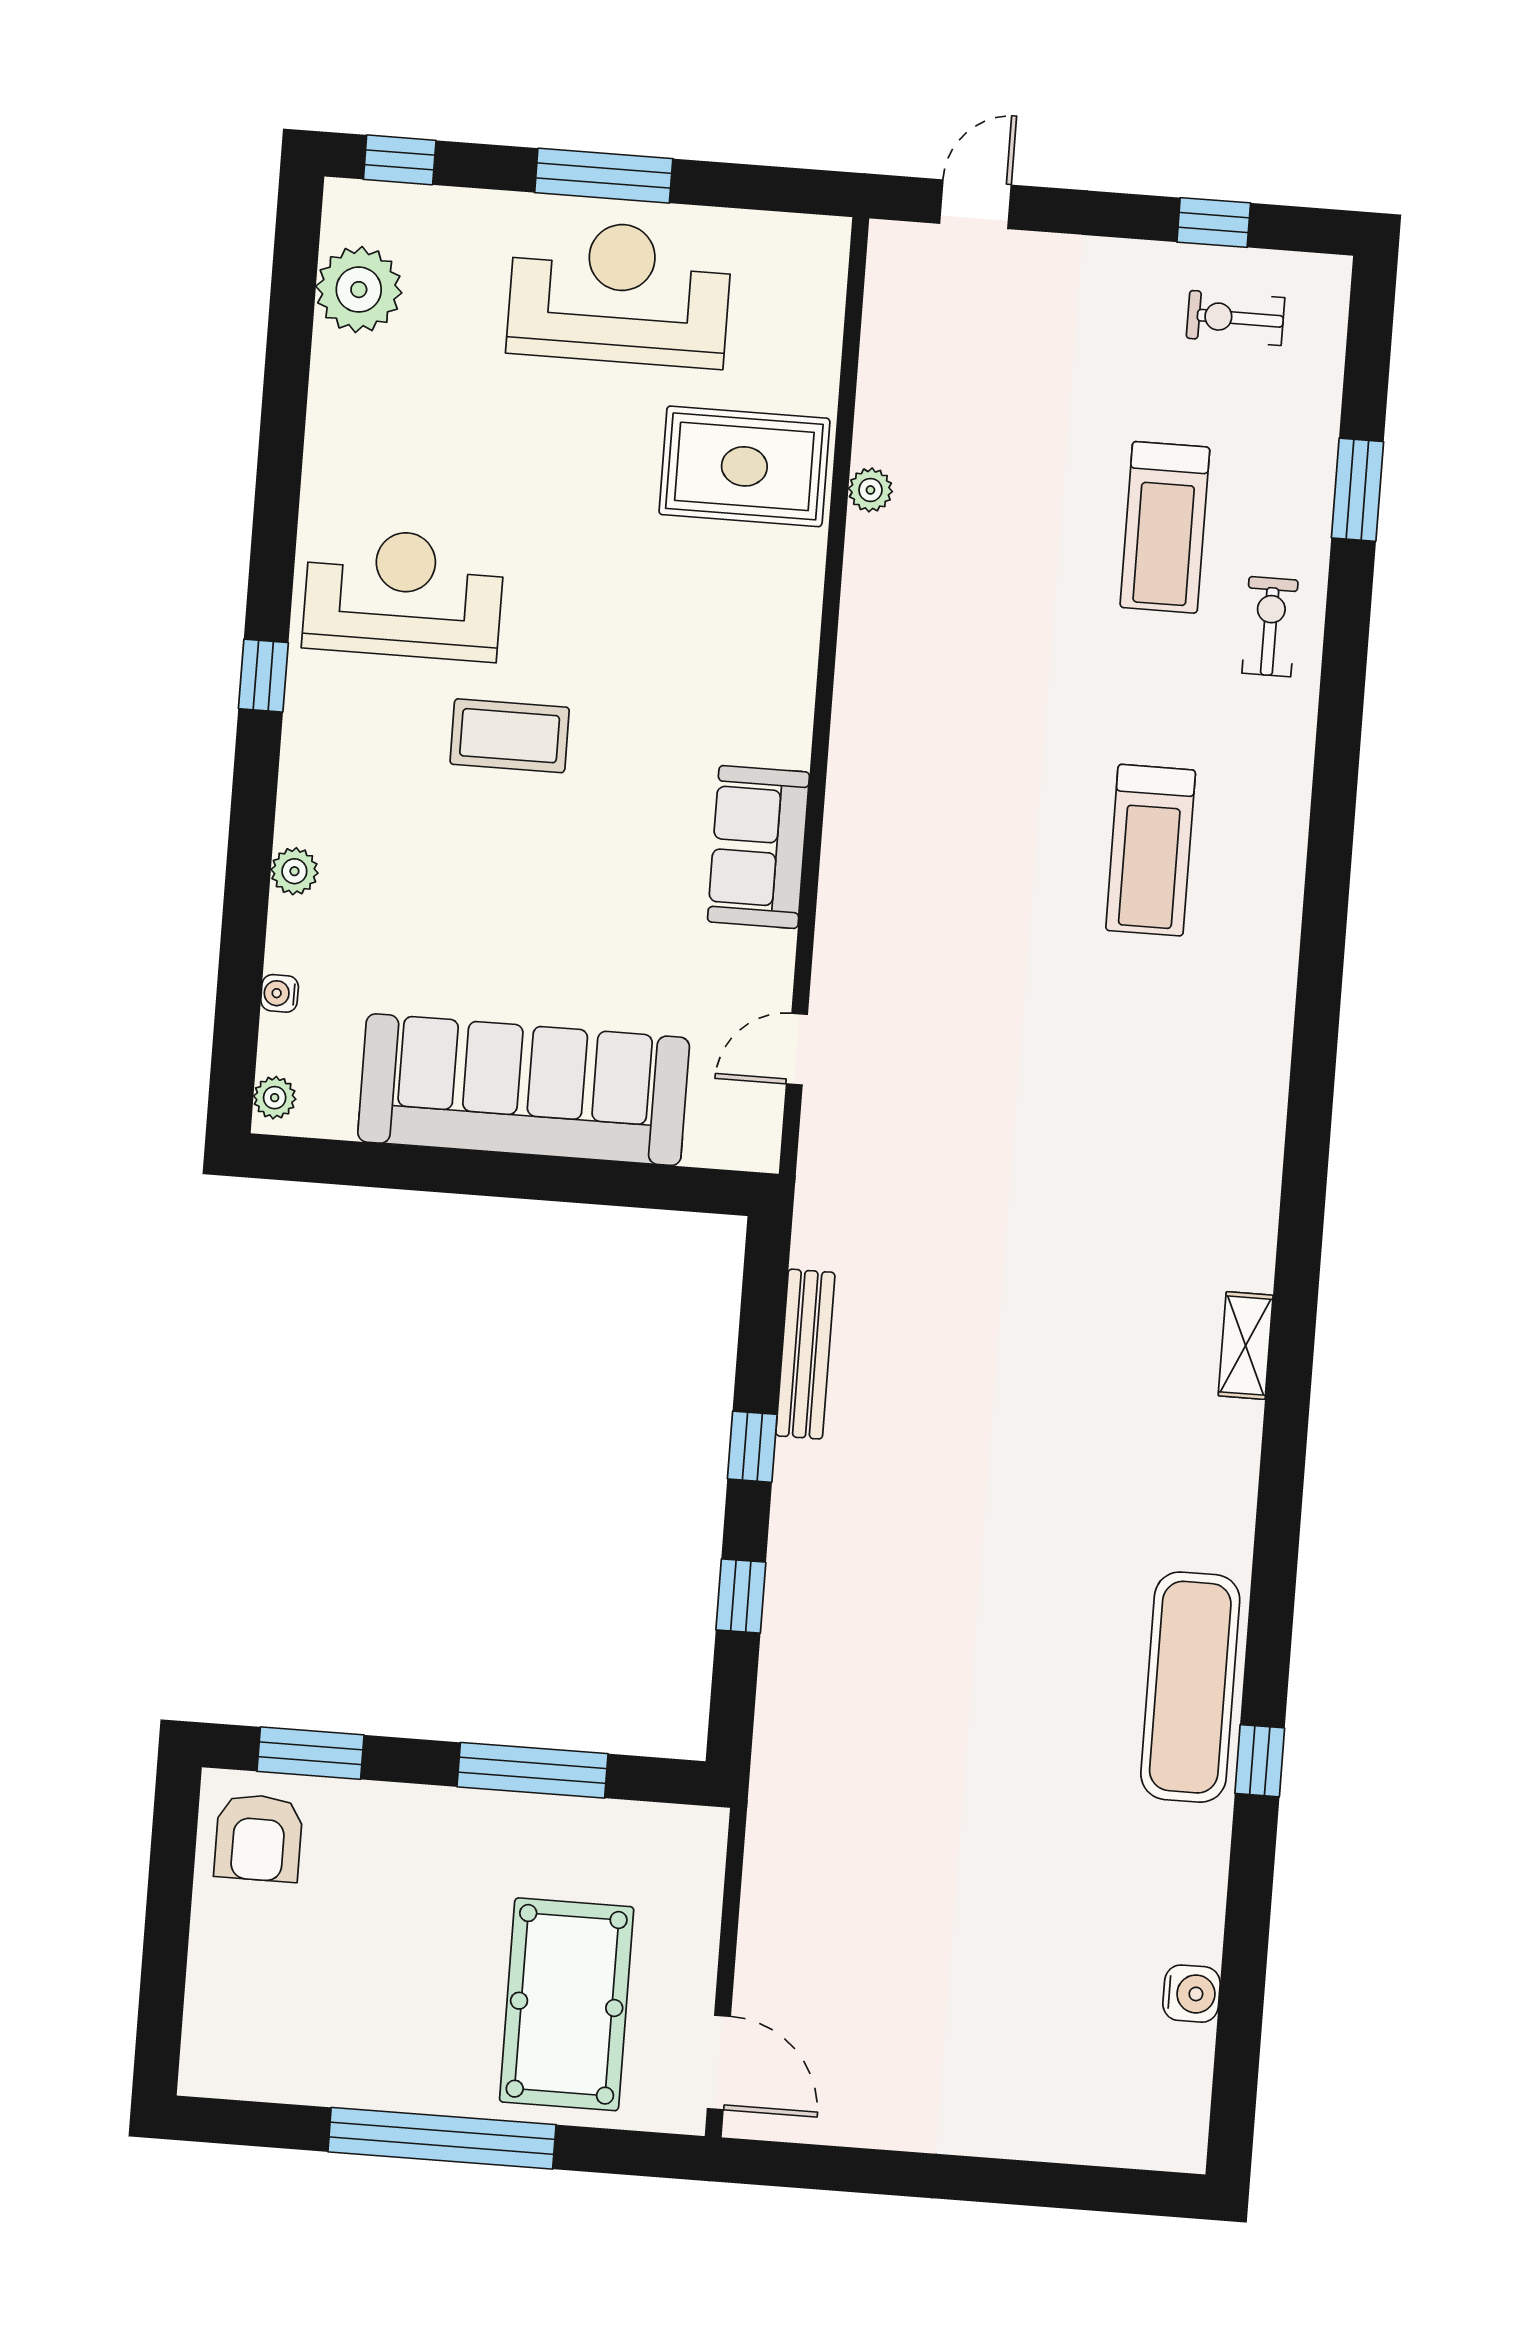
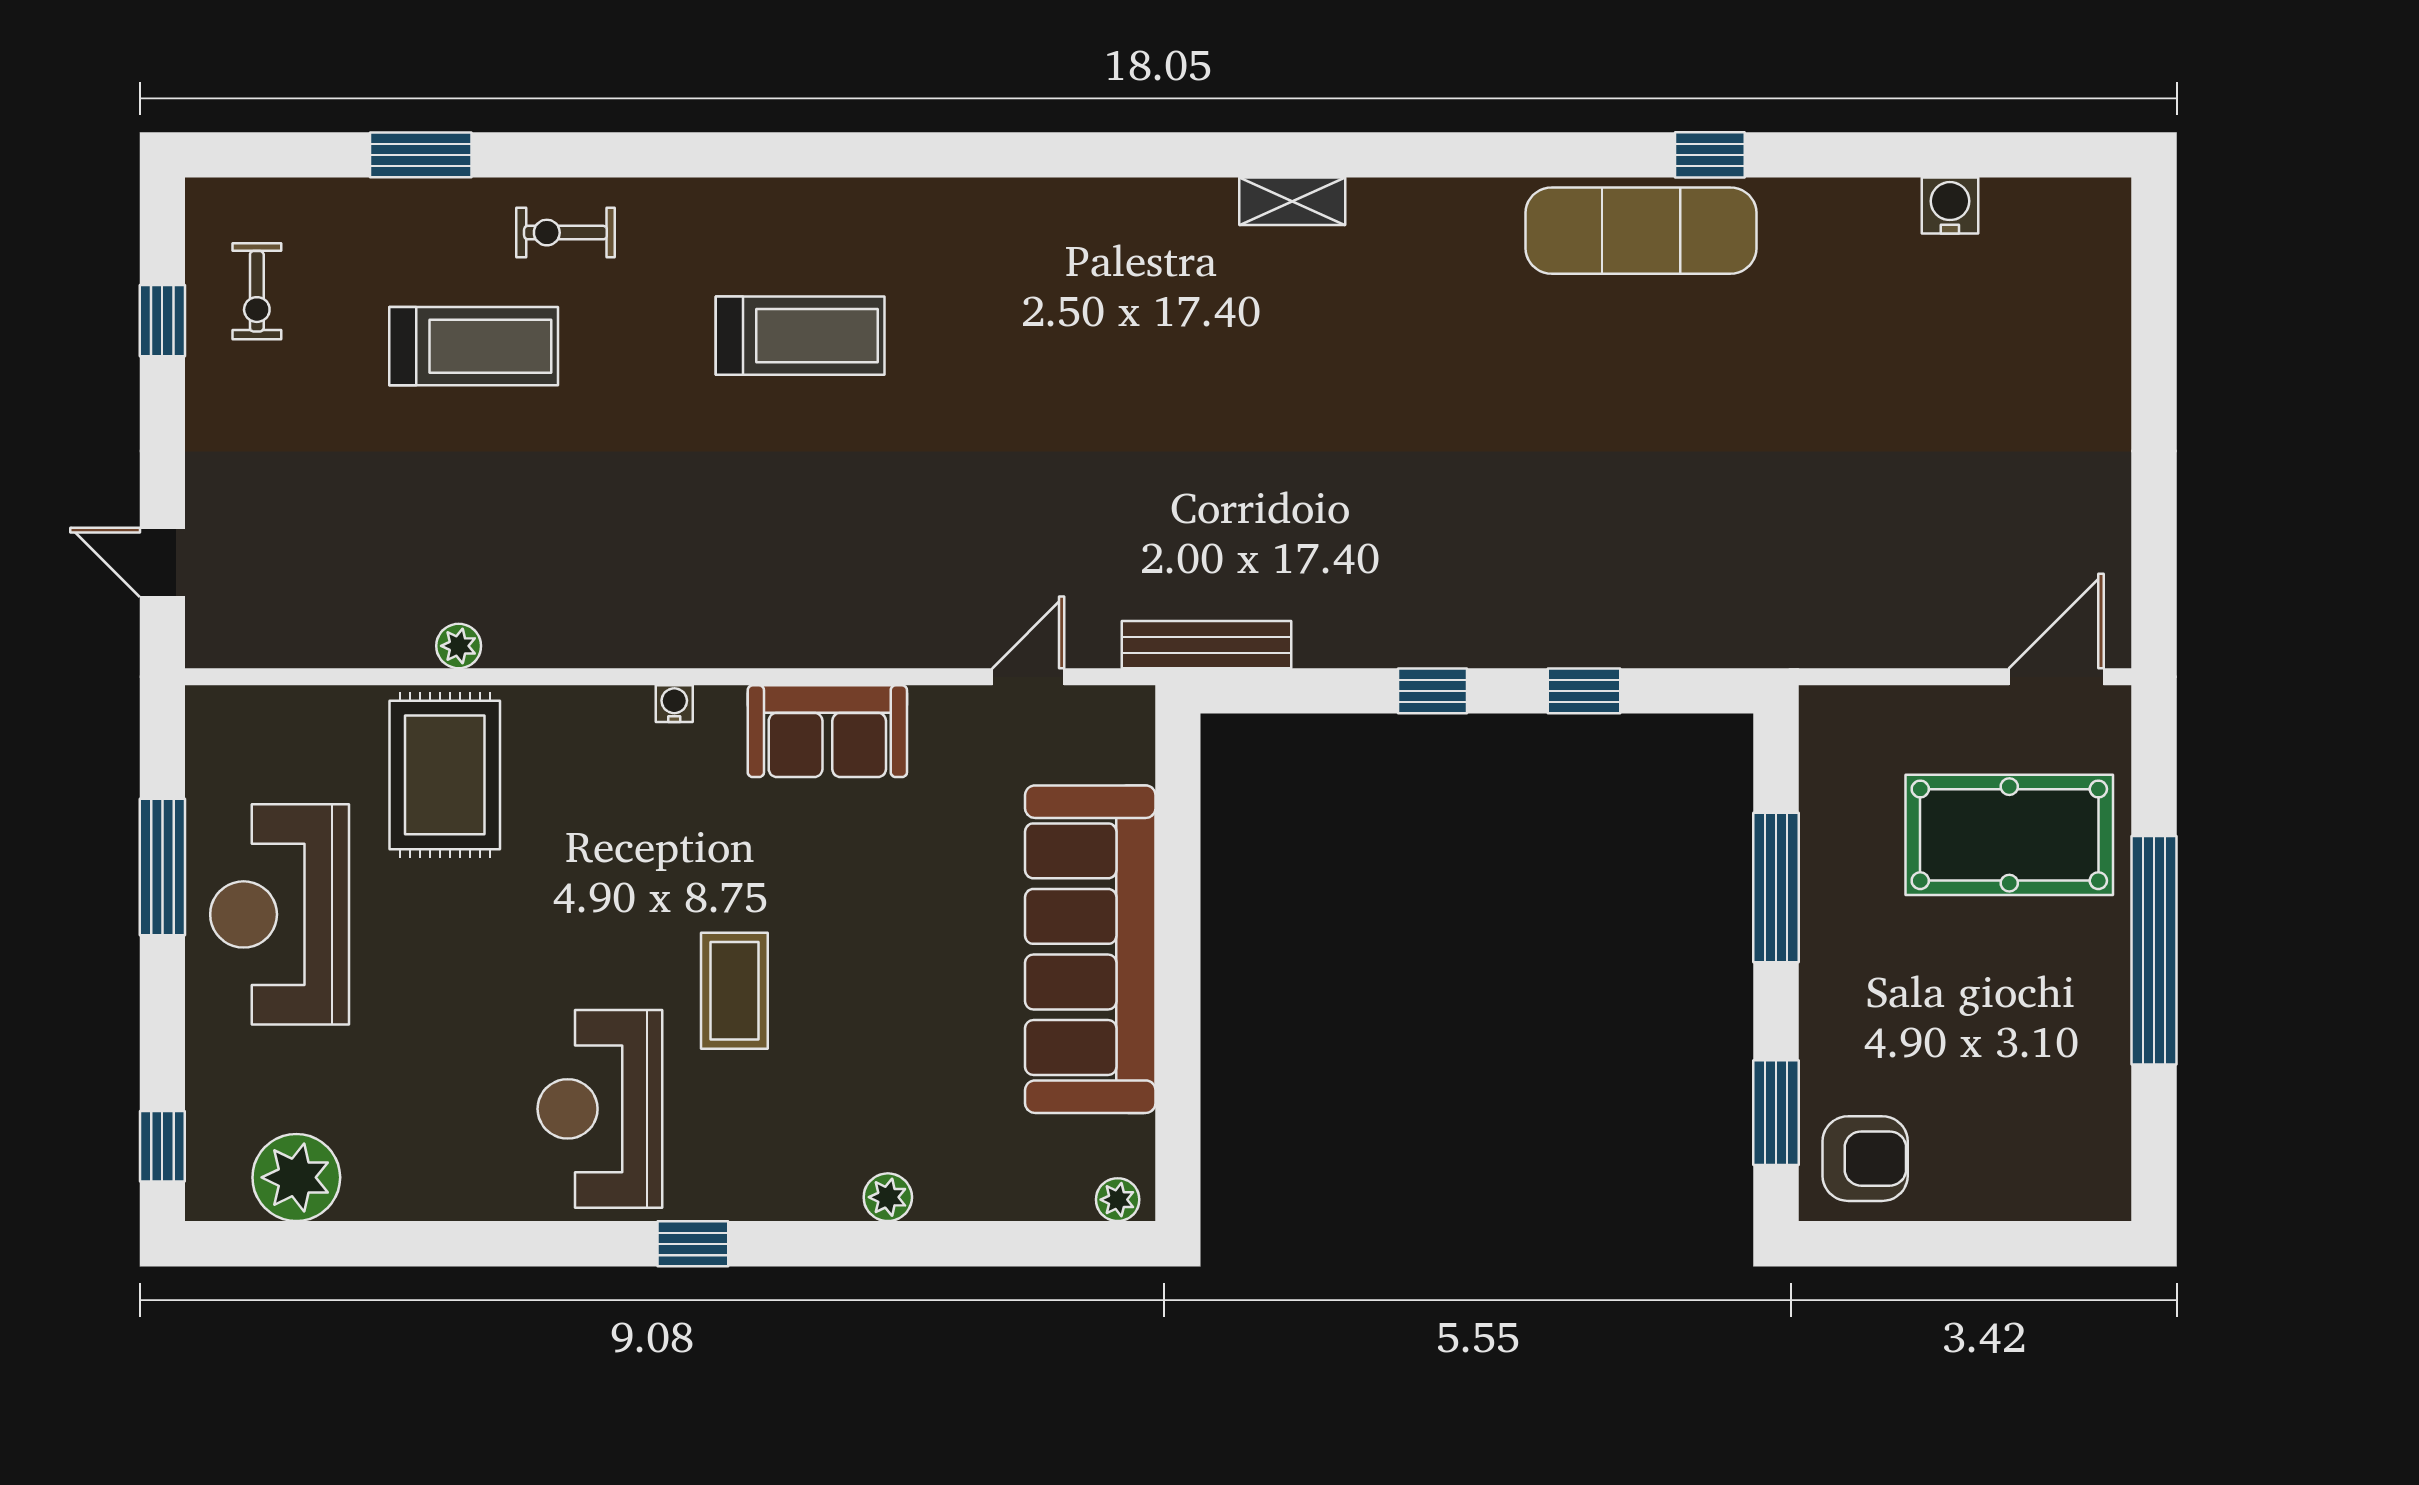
window: (604, 176) -> (162, 867), moved
water cooler: (280, 993) -> (674, 704), moved, turned 180
door: (797, 1049) -> (1028, 677), swing flipped
bench: (805, 1354) -> (1207, 645), moved

